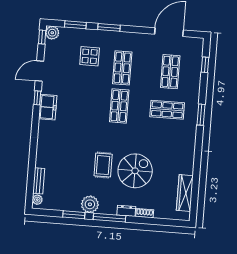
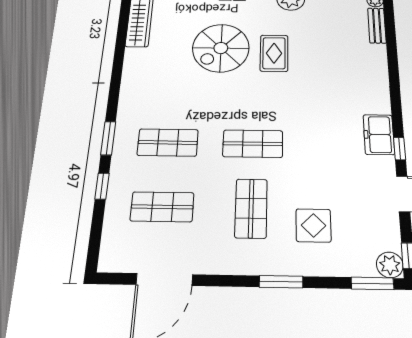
window: (75, 25) -> (372, 283), moved
window: (205, 65) -> (102, 186), moved
shop shelf: (170, 72) -> (162, 207), turned 90
shop shelf: (119, 106) -> (253, 144), turned 90

